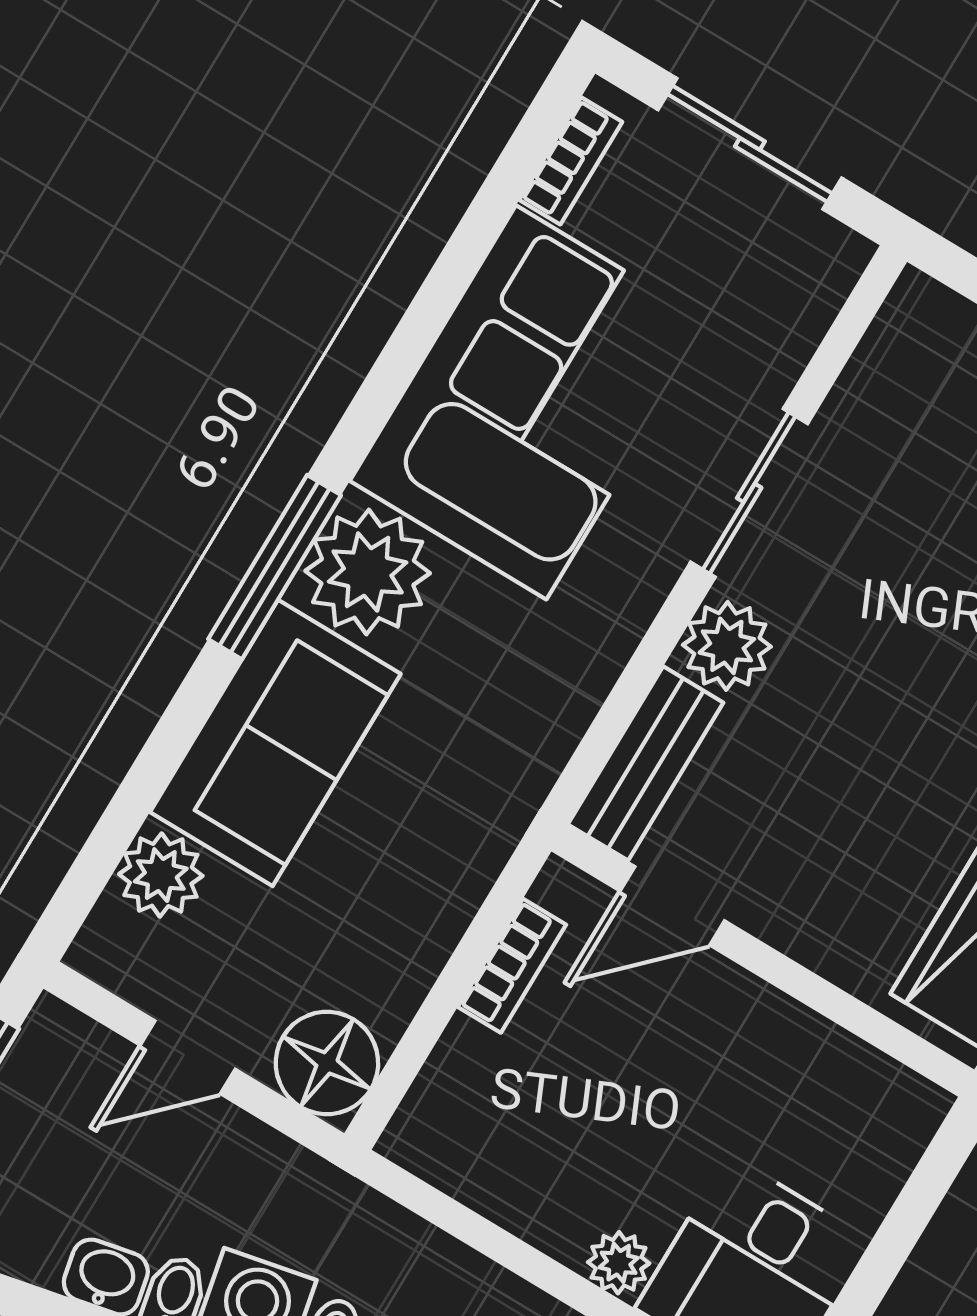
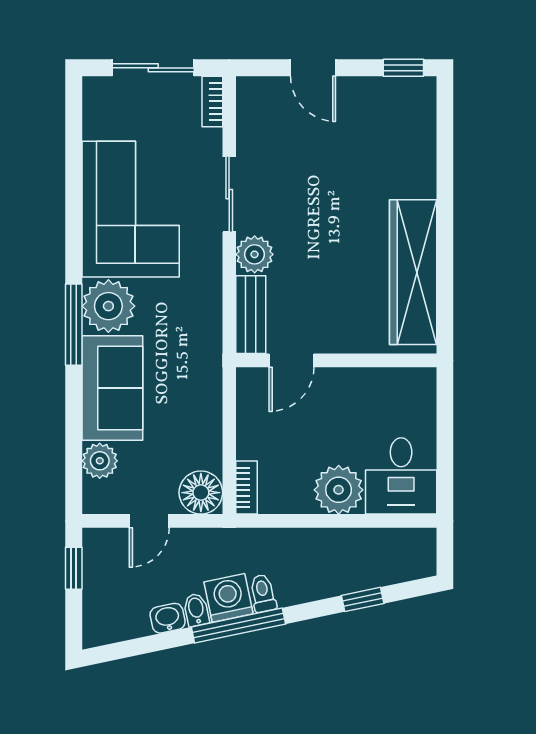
bookcase: (571, 161) -> (212, 101), moved, turned 180
bookcase: (512, 966) -> (247, 488), moved
plant: (619, 1263) -> (339, 490), width x1.88, depth x1.88

